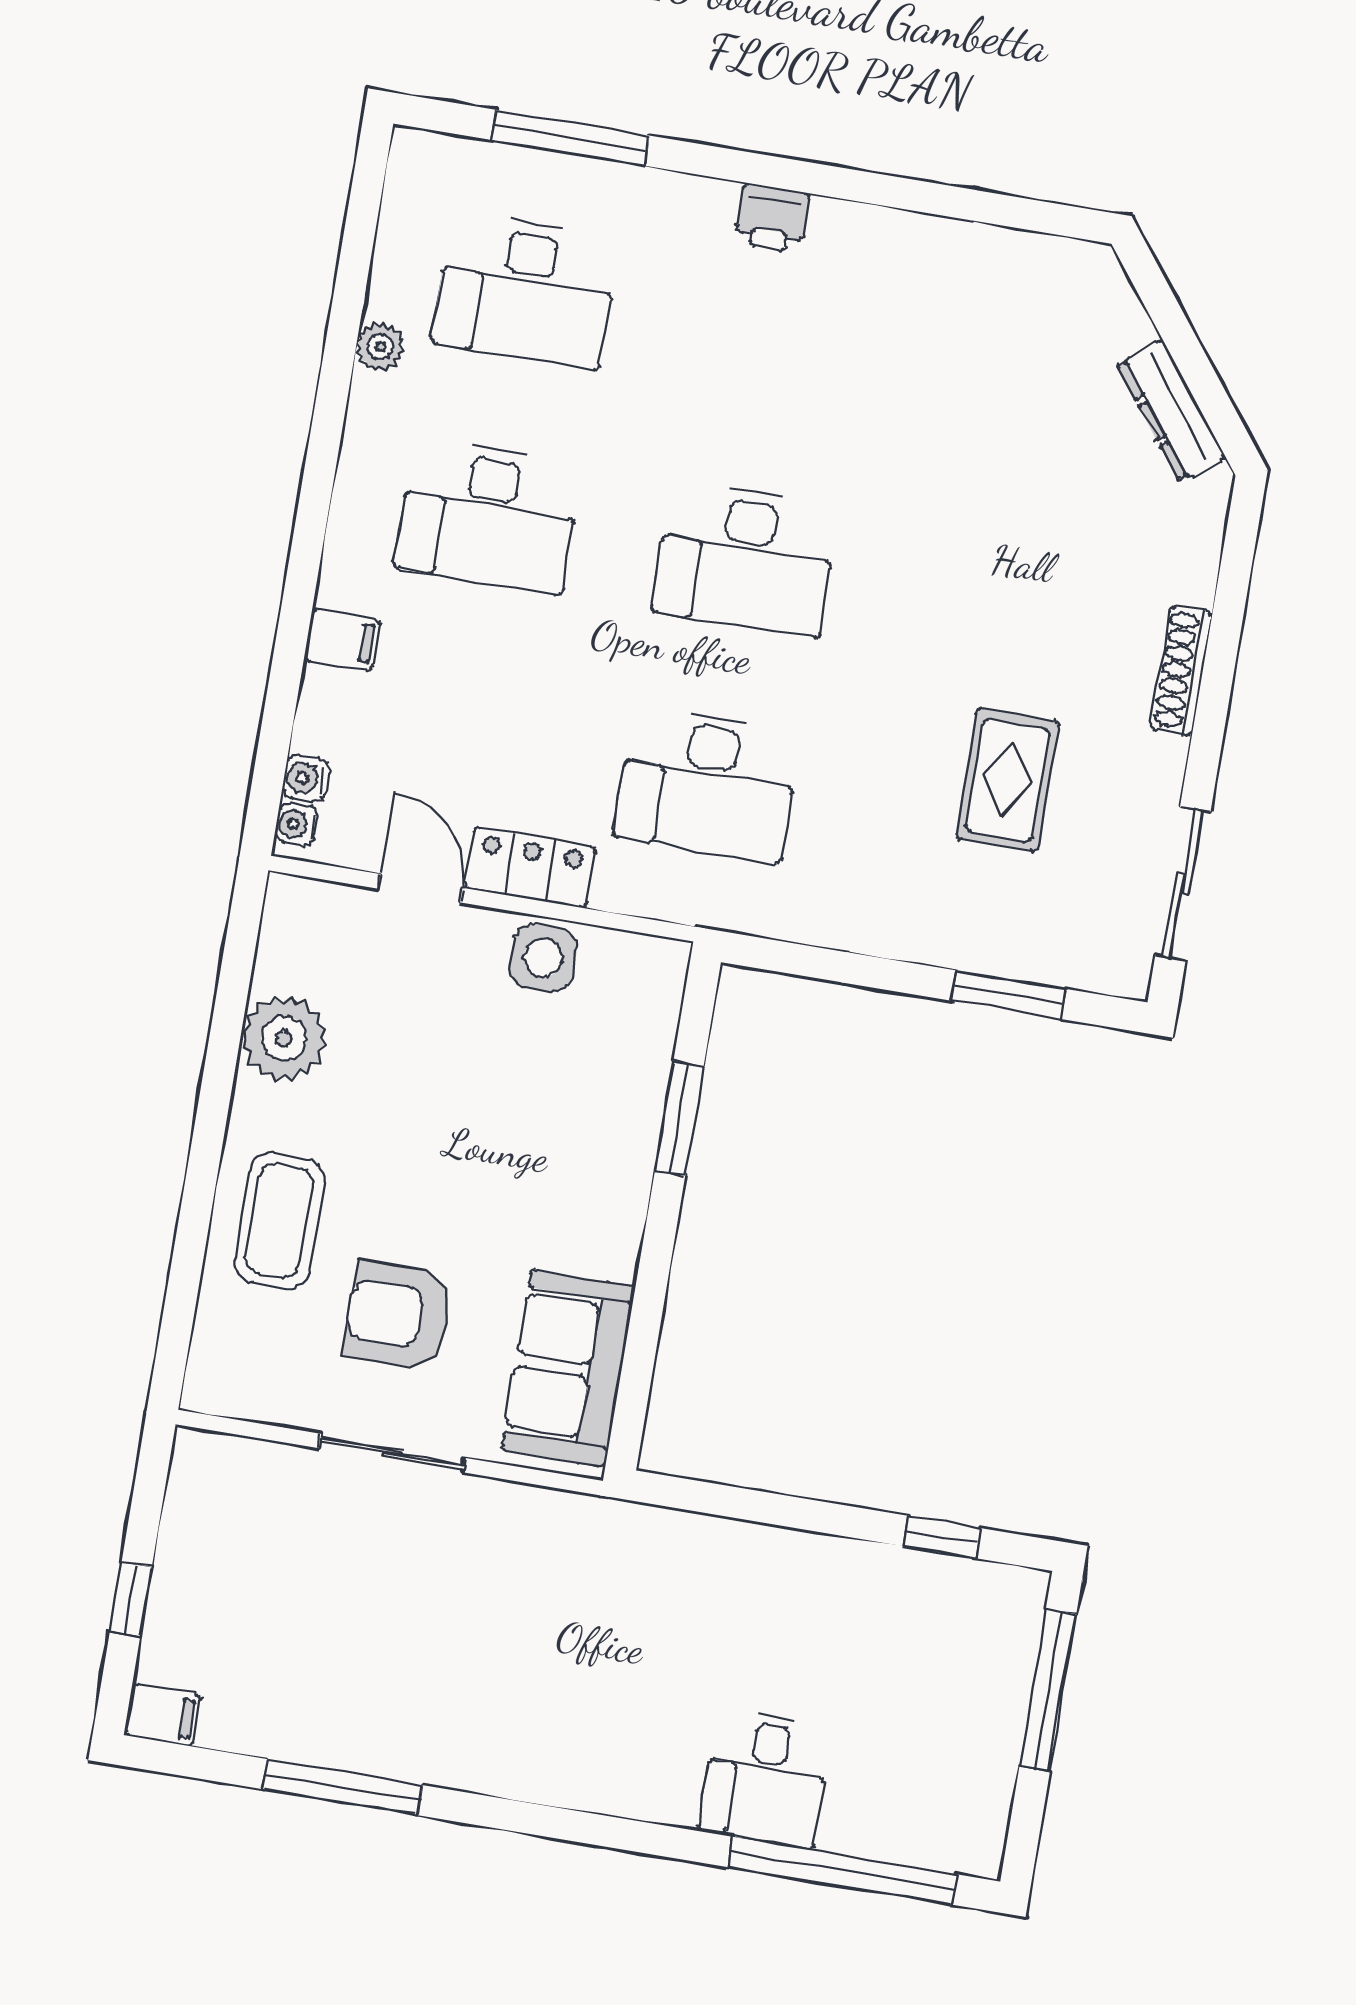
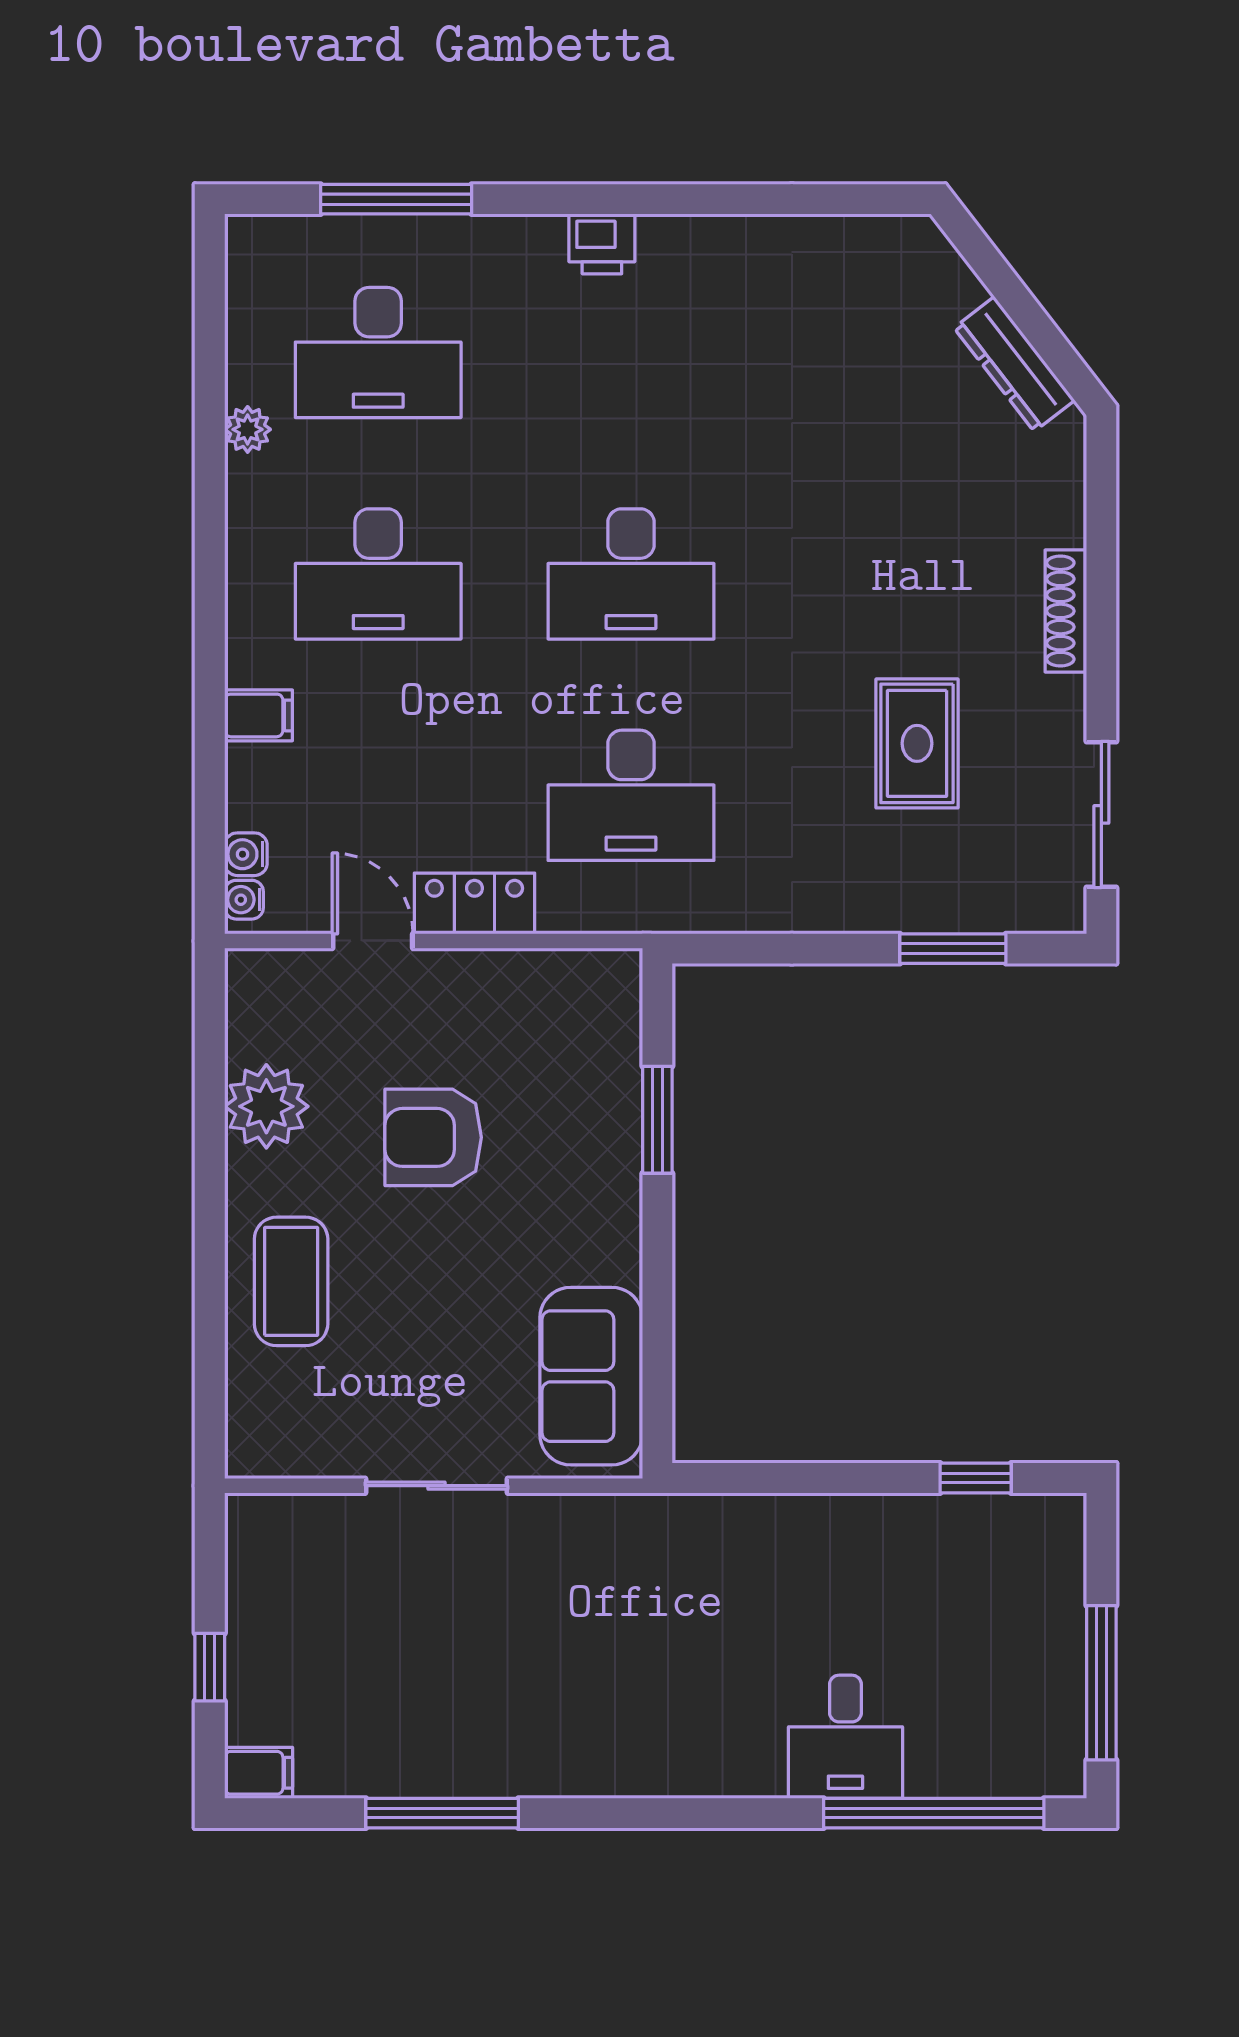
side table: (543, 958) -> (502, 988), removed
armchair: (399, 1315) -> (433, 1137), moved
window: (1048, 1690) -> (1101, 1683), moved

